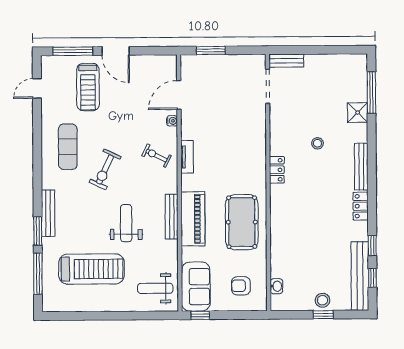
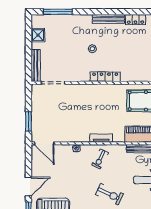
bench: (286, 61) -> (36, 66), width x1.36
door: (179, 95) -> (44, 143), moved
shower: (358, 113) -> (38, 35), moved
locker: (277, 170) -> (105, 77), width x1.53

